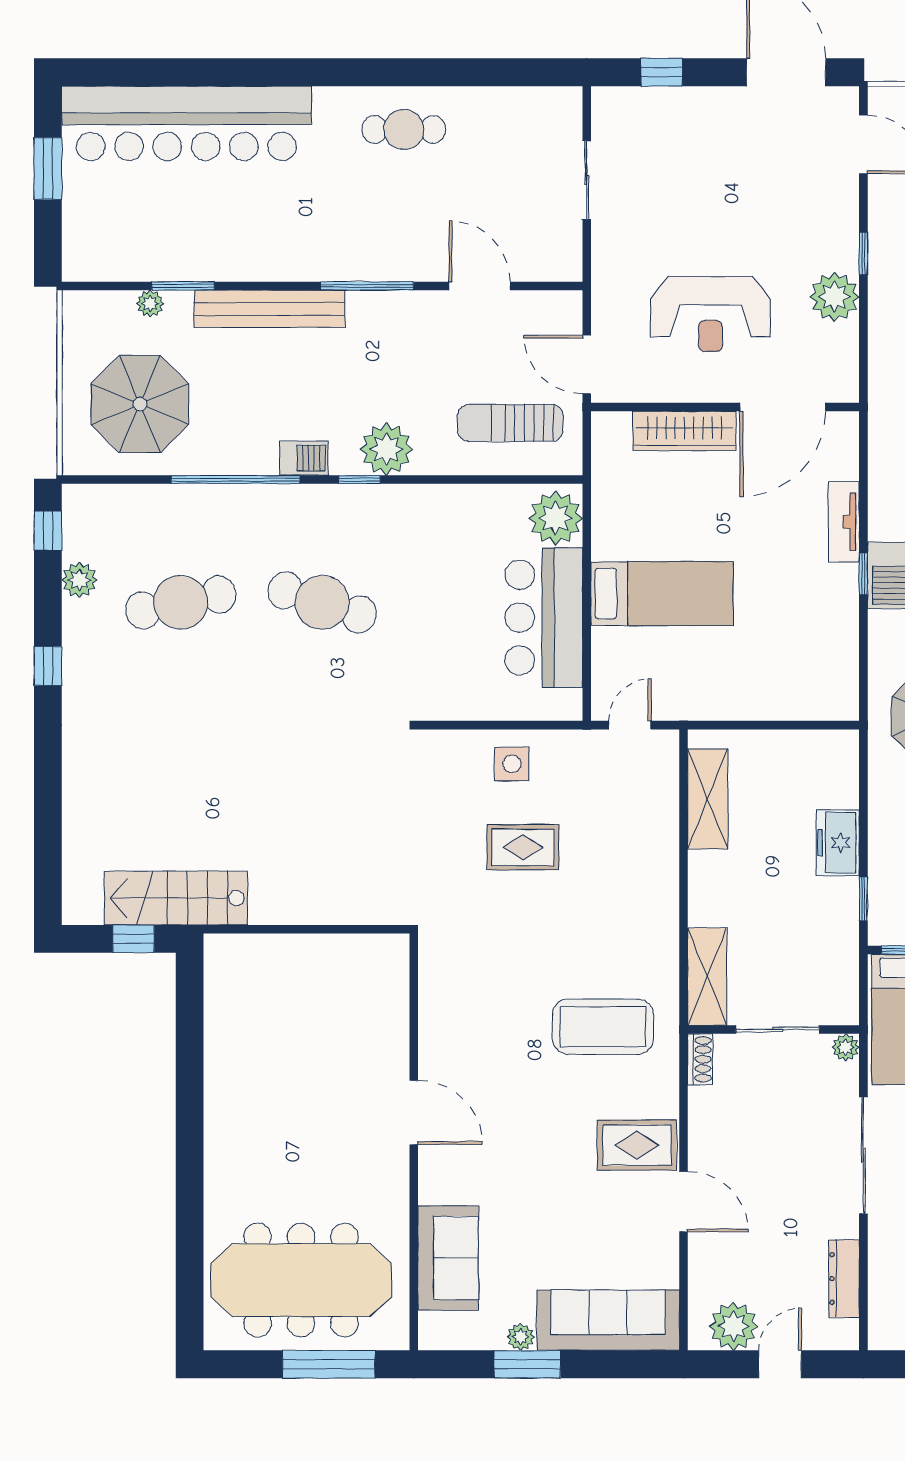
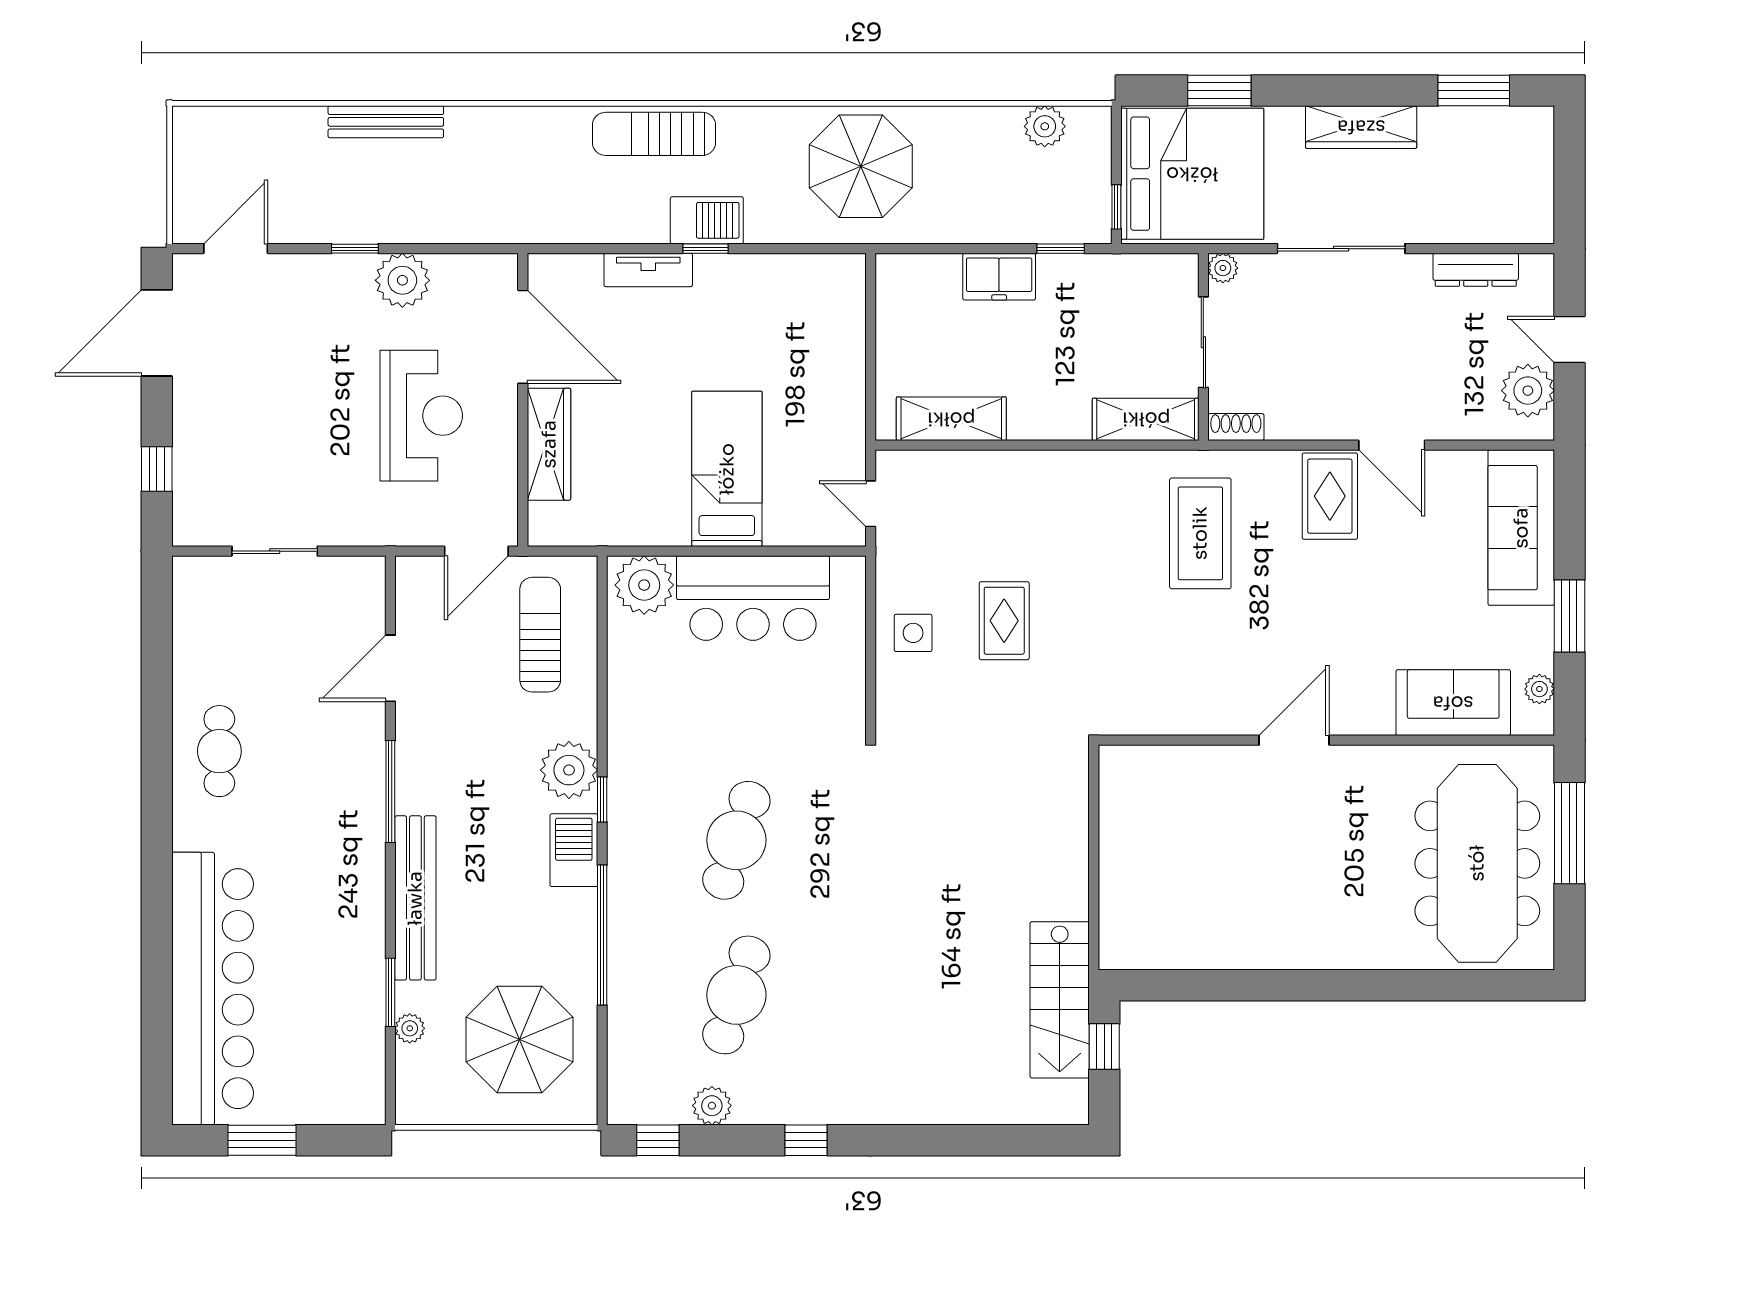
sun lounger: (510, 423) -> (540, 635), turned 180
barbecue: (304, 458) -> (574, 850), width x1.38, depth x1.27
cafe table: (181, 602) -> (736, 995), turned 30
door: (684, 1202) -> (1392, 445), swing flipped
plant: (521, 1337) -> (1539, 689), moved

